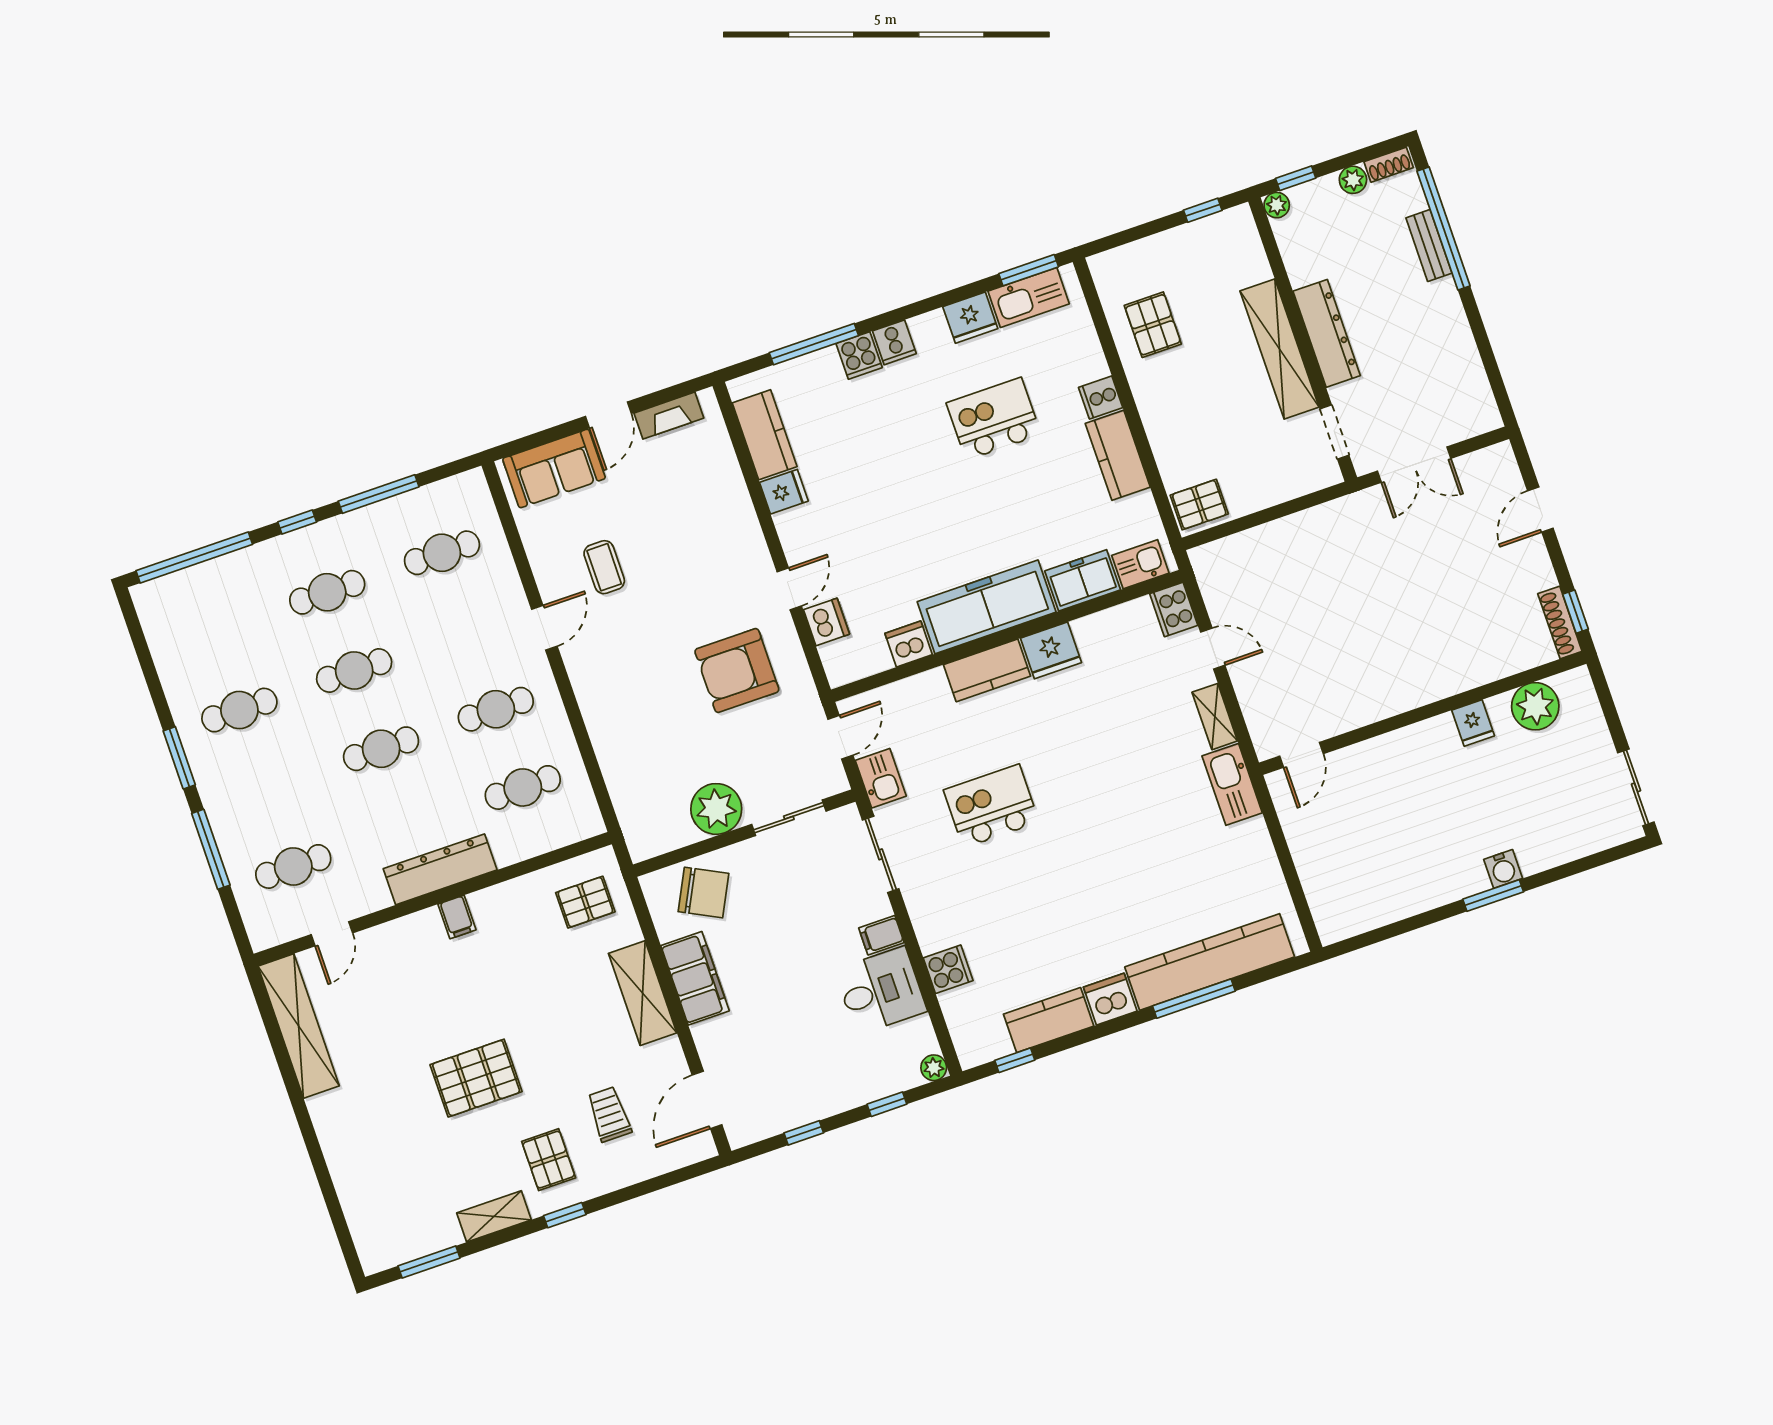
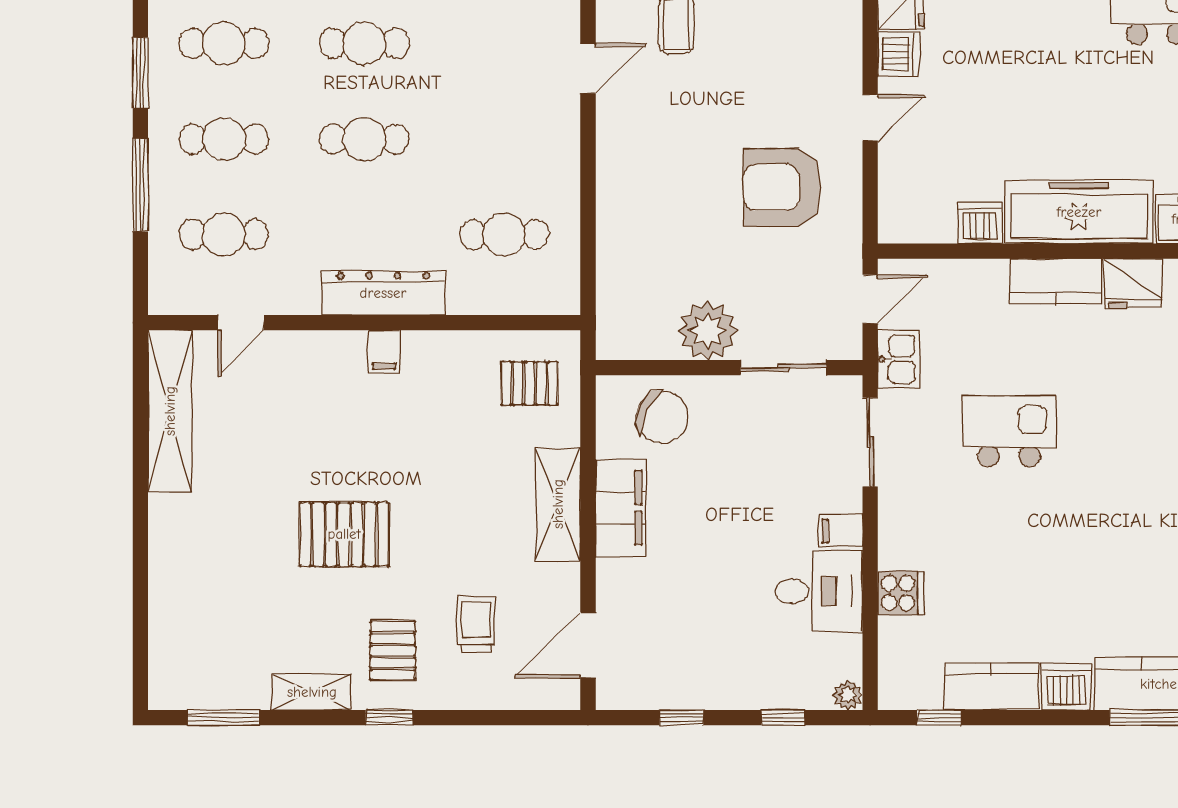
dishwasher: (826, 622) -> (898, 54), moved
cafe table: (496, 709) -> (224, 139), moved

